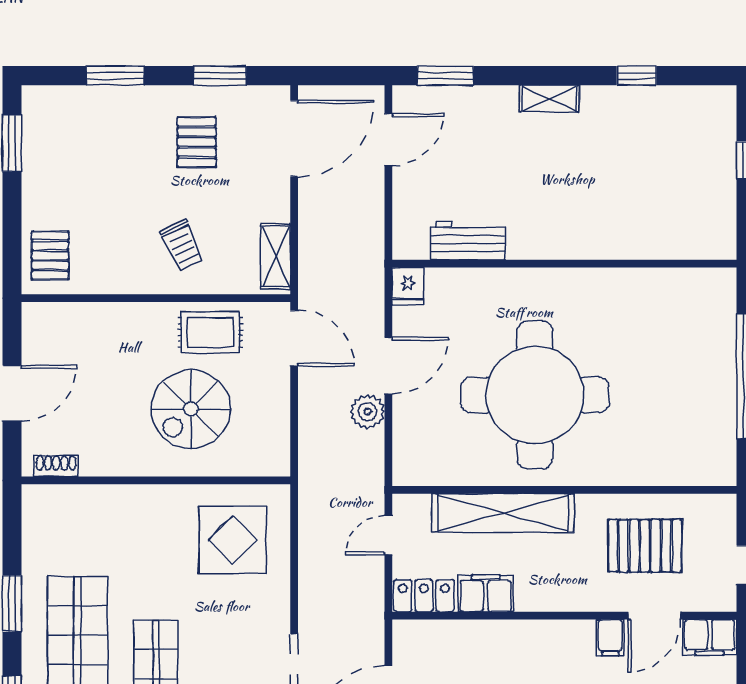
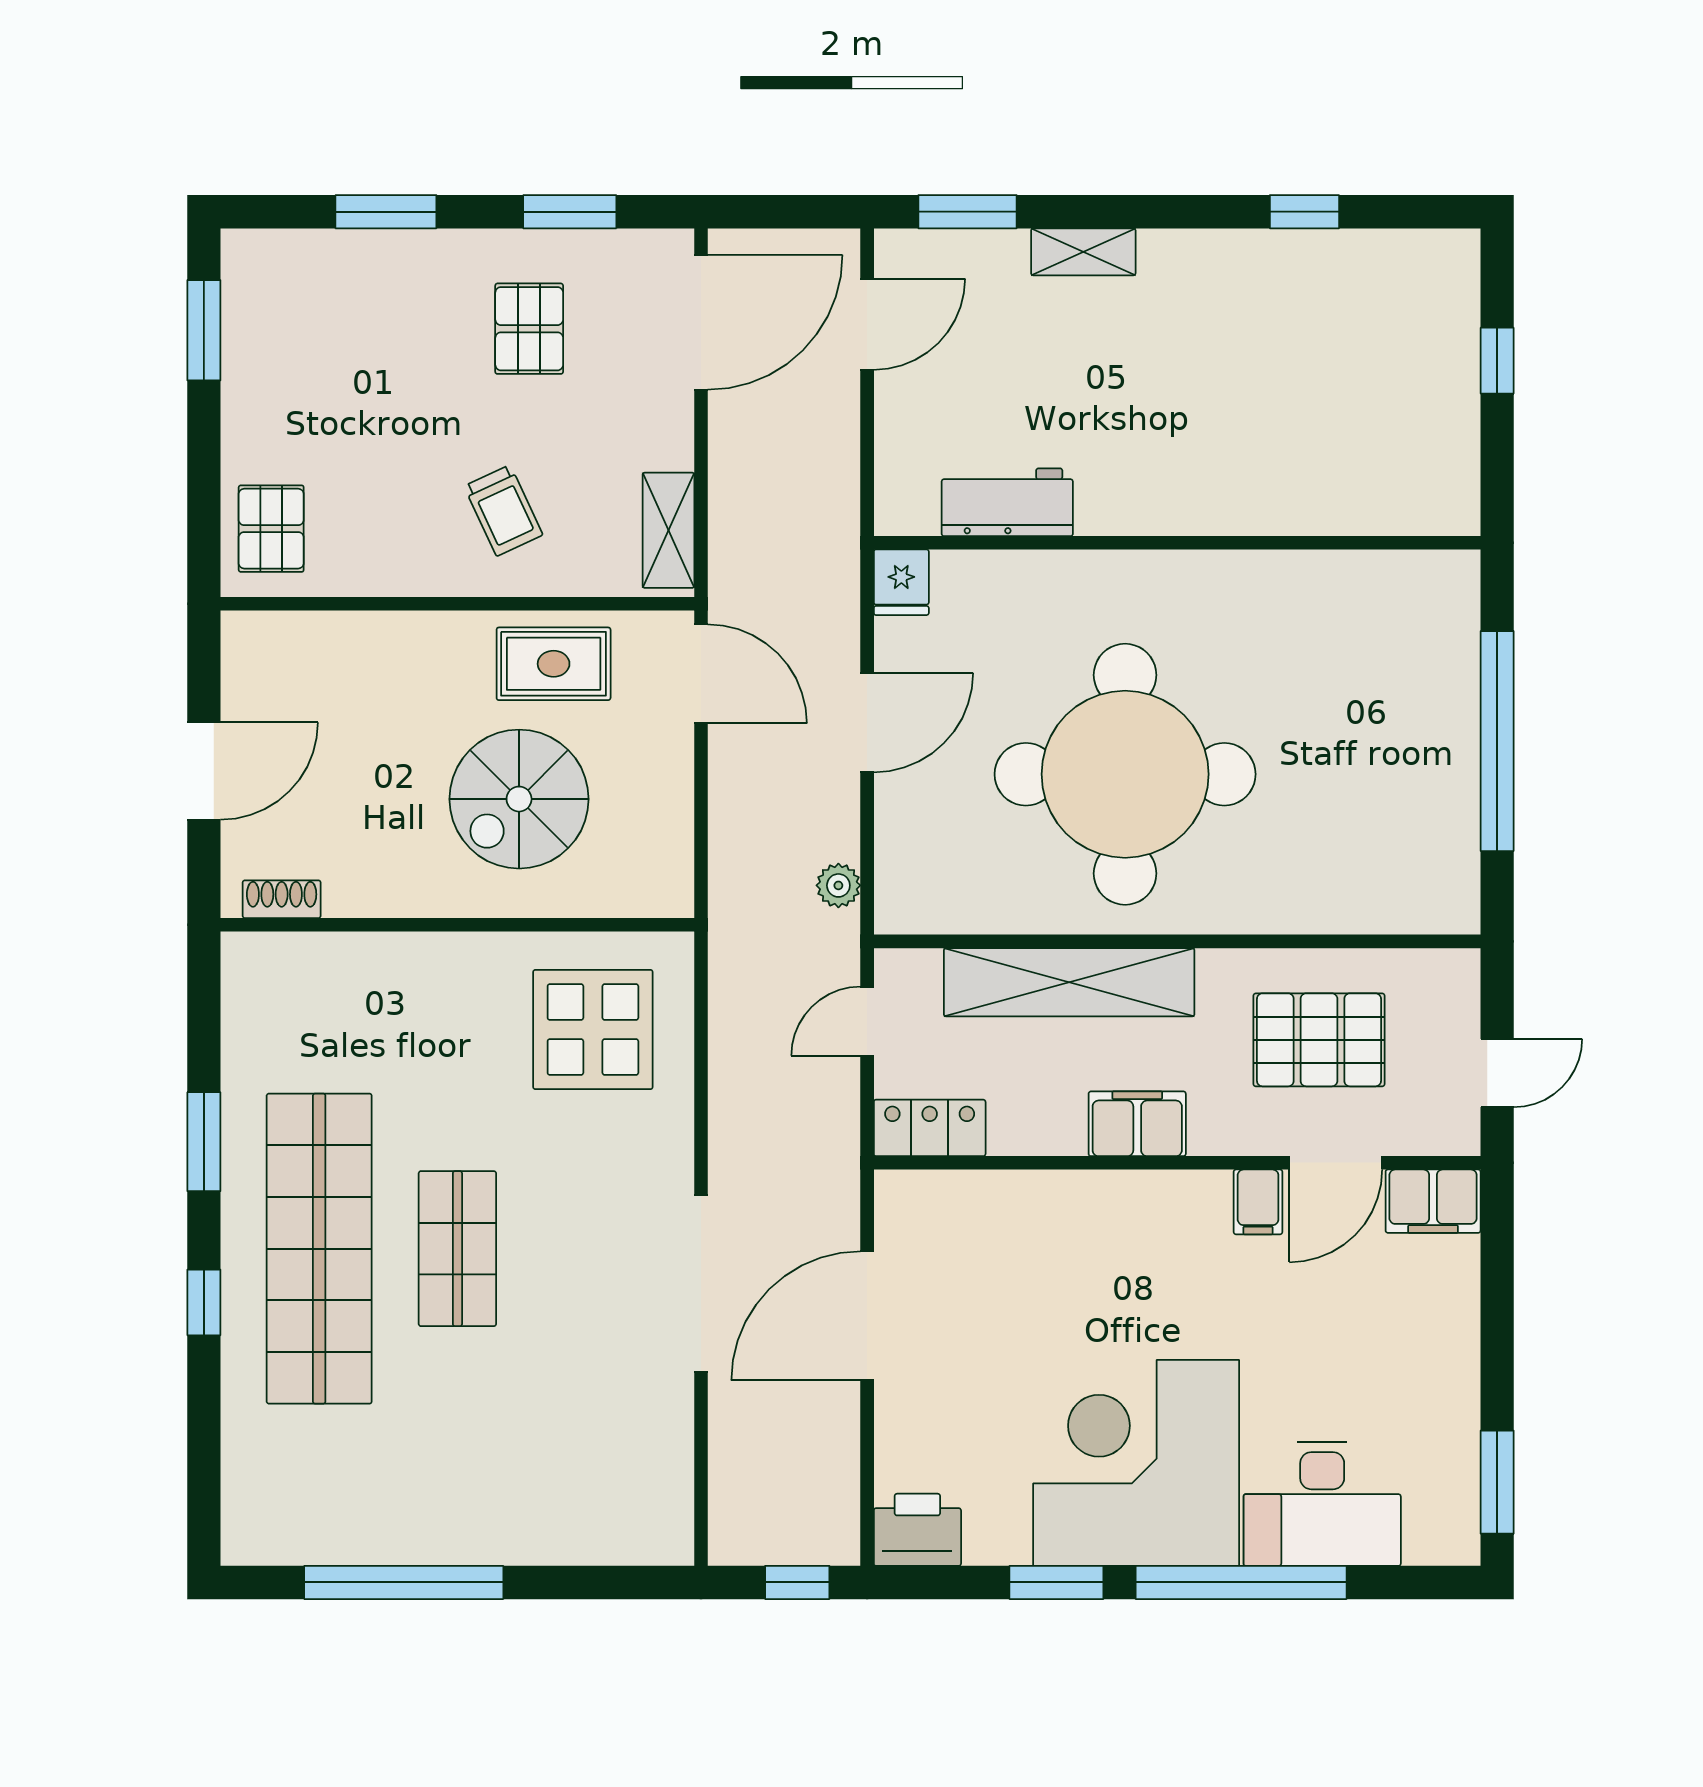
shelving: (549, 98) -> (1083, 252), moved
plant: (367, 412) -> (838, 885), moved, width x0.73, depth x0.73
filing cabinet: (486, 593) -> (1137, 1124), moved

